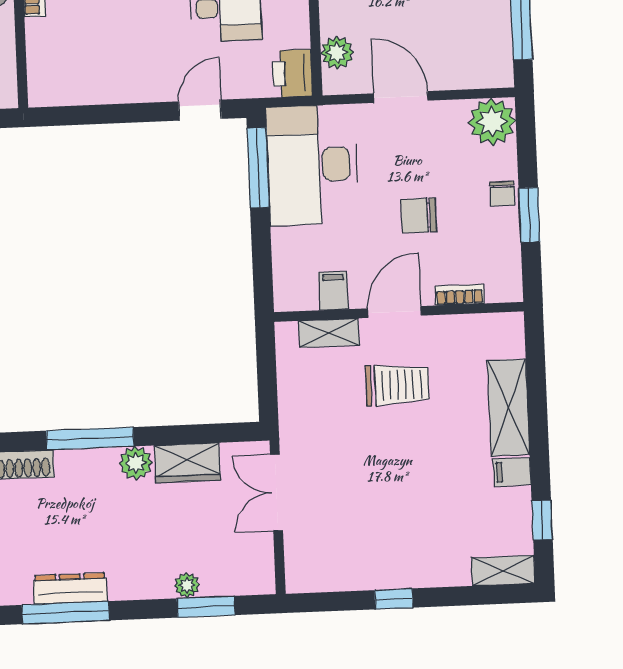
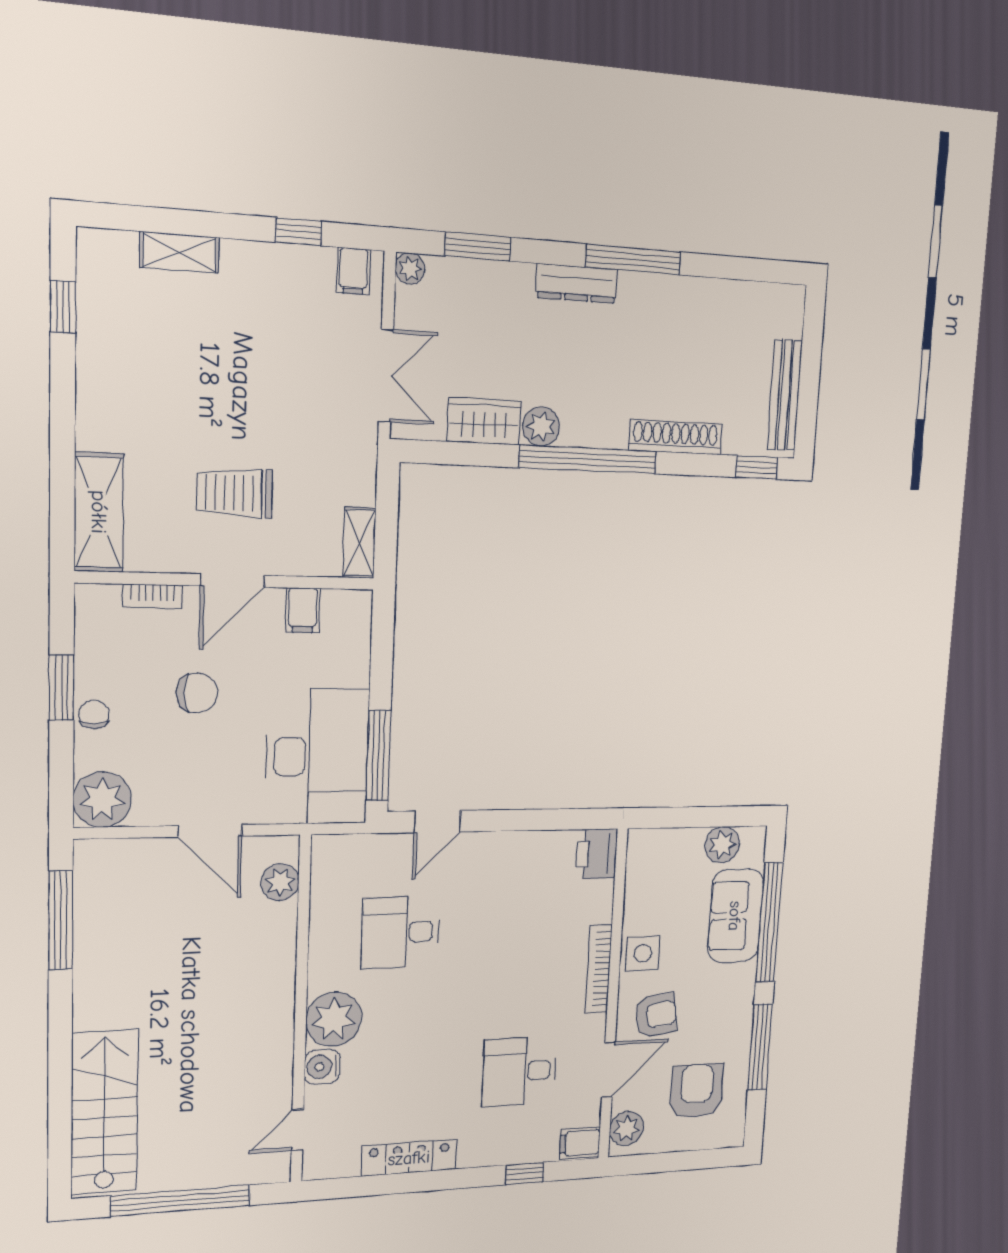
printer: (293, 73) -> (597, 854), moved, turned 180
shelving: (329, 333) -> (359, 543), moved, turned 90
shelving: (509, 407) -> (99, 512), moved
window: (90, 439) -> (588, 460), width x1.46
filing cabinet: (512, 472) -> (354, 271), moved, turned 90
shelving: (503, 571) -> (179, 252), moved
plant: (187, 585) -> (410, 269), moved
dresser: (70, 589) -> (577, 284), moved
window: (394, 599) -> (299, 232), moved

